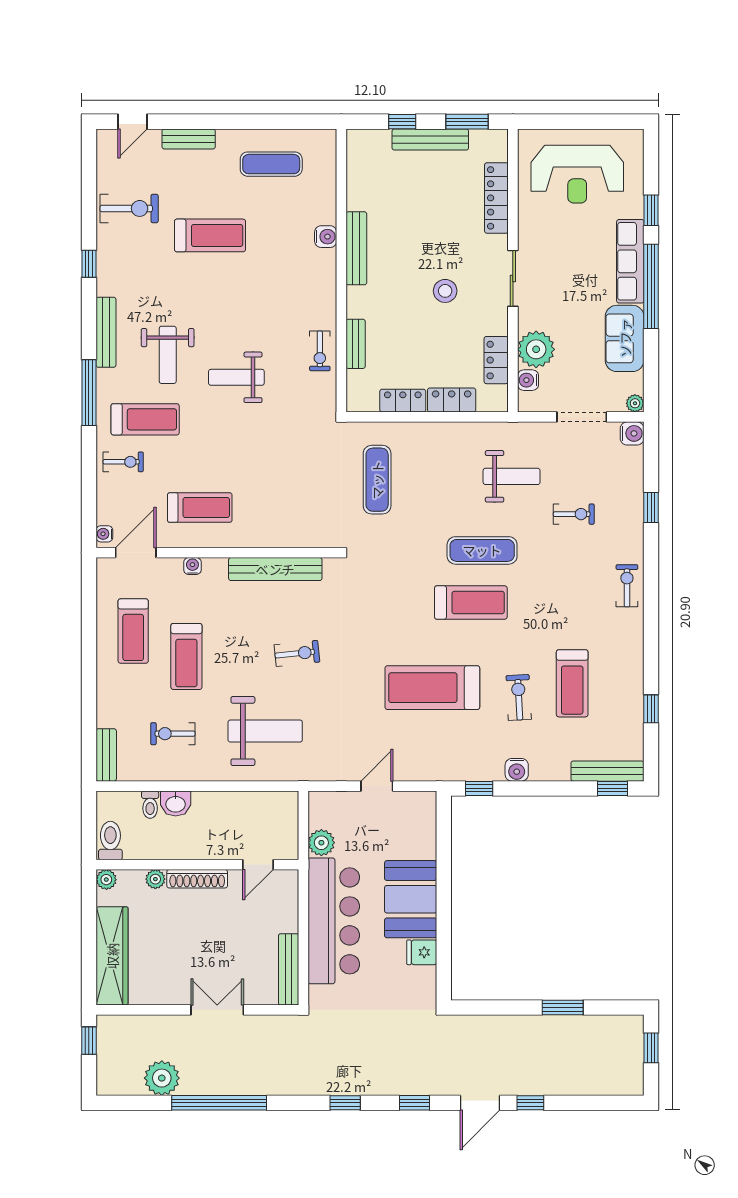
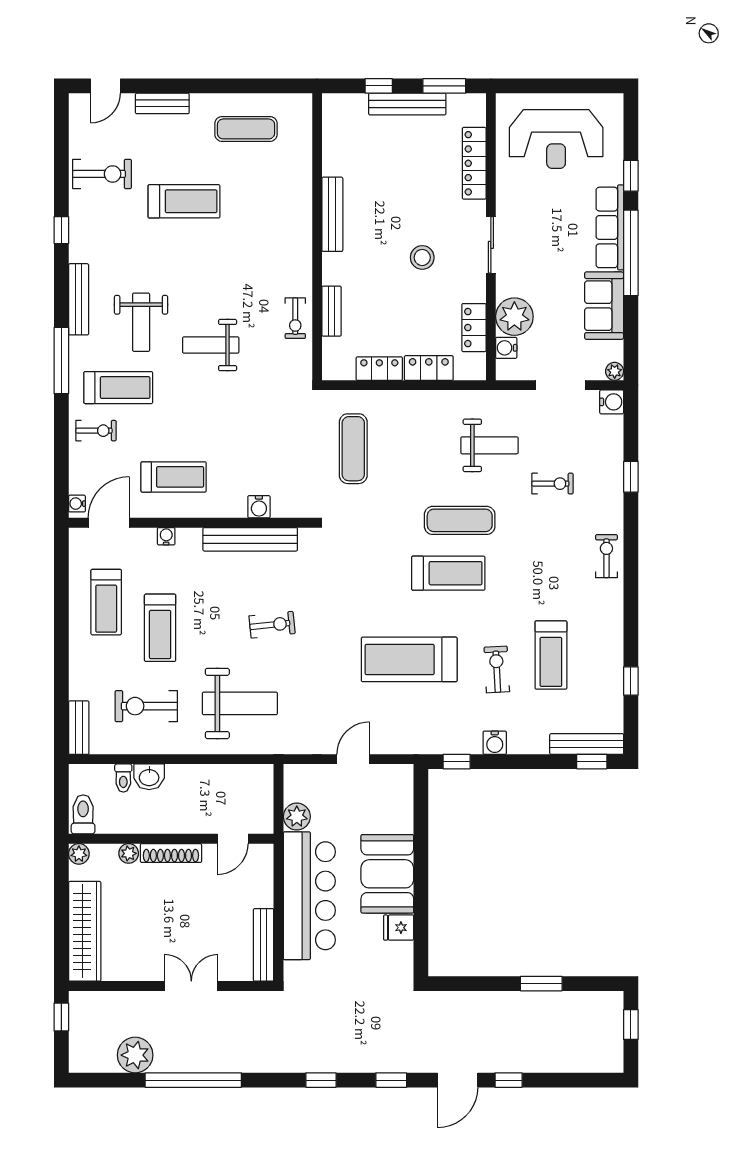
water cooler: (326, 237) -> (259, 507), moved, turned 90
exercise bike: (173, 734) -> (146, 706), width x1.38, depth x1.39

